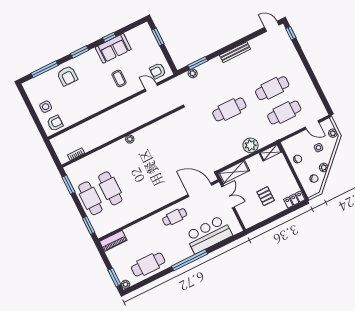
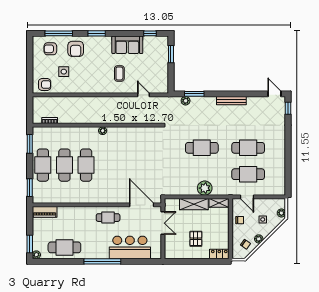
window: (109, 37) -> (150, 33), moved
armchair: (158, 71) -> (50, 49), moved
side table: (46, 107) -> (64, 72), moved
door: (312, 125) -> (247, 197), moved
shelving: (234, 172) -> (194, 204), moved
cafe table: (130, 178) -> (86, 165), added

